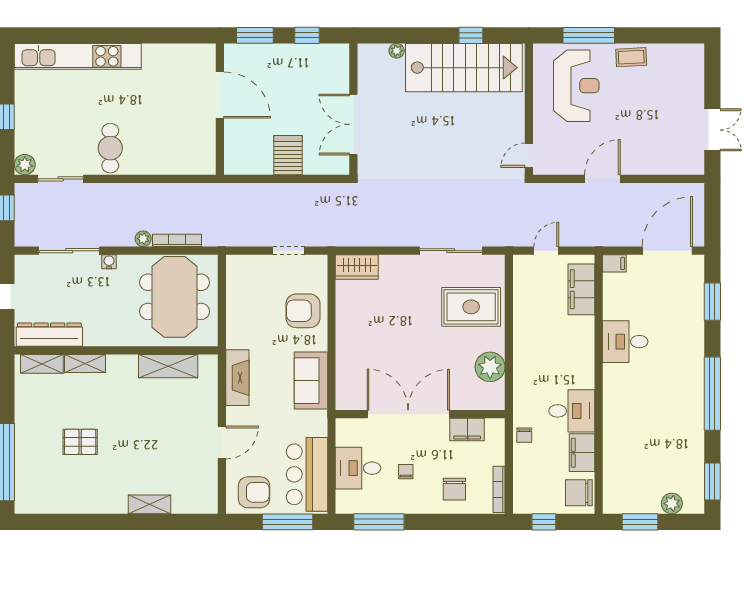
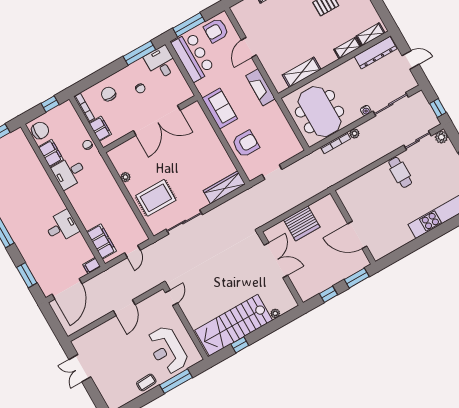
server rack: (288, 155) -> (302, 223), width x1.60
wardrobe: (357, 267) -> (224, 187), width x1.50
plant: (490, 367) -> (125, 177), width x0.53, depth x0.53
filing cabinet: (467, 430) -> (100, 129), moved, turned 90
desk: (358, 468) -> (161, 63), moved, turned -90

